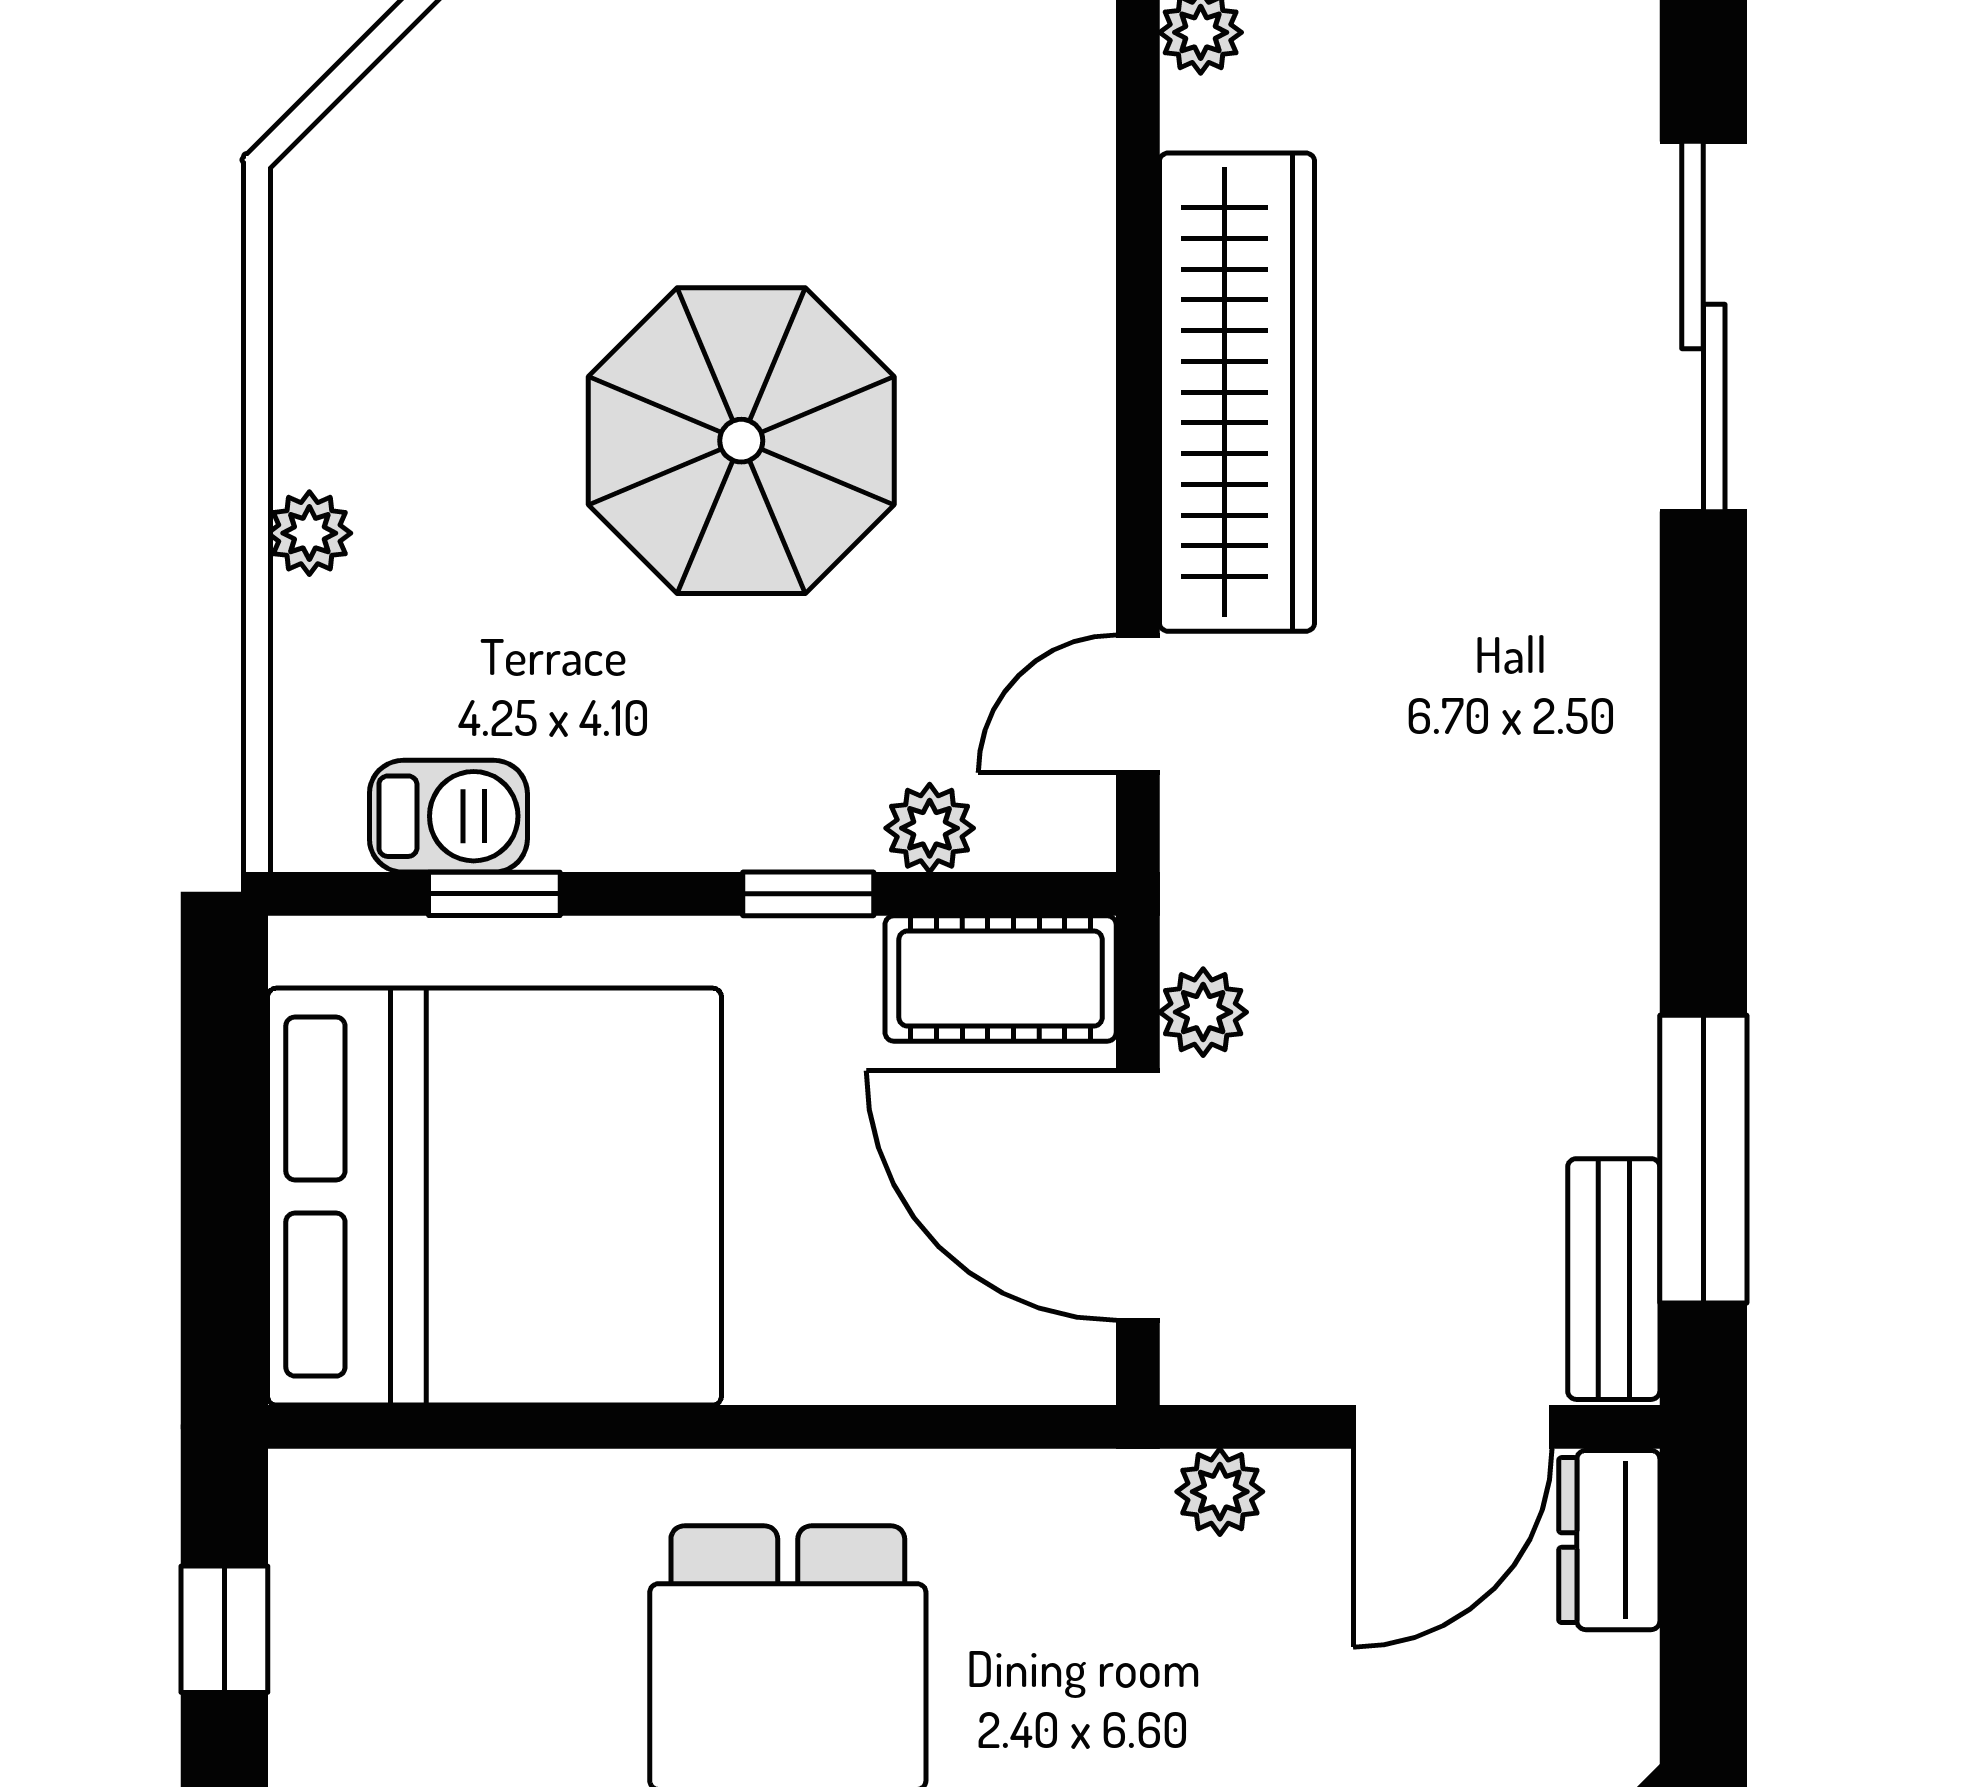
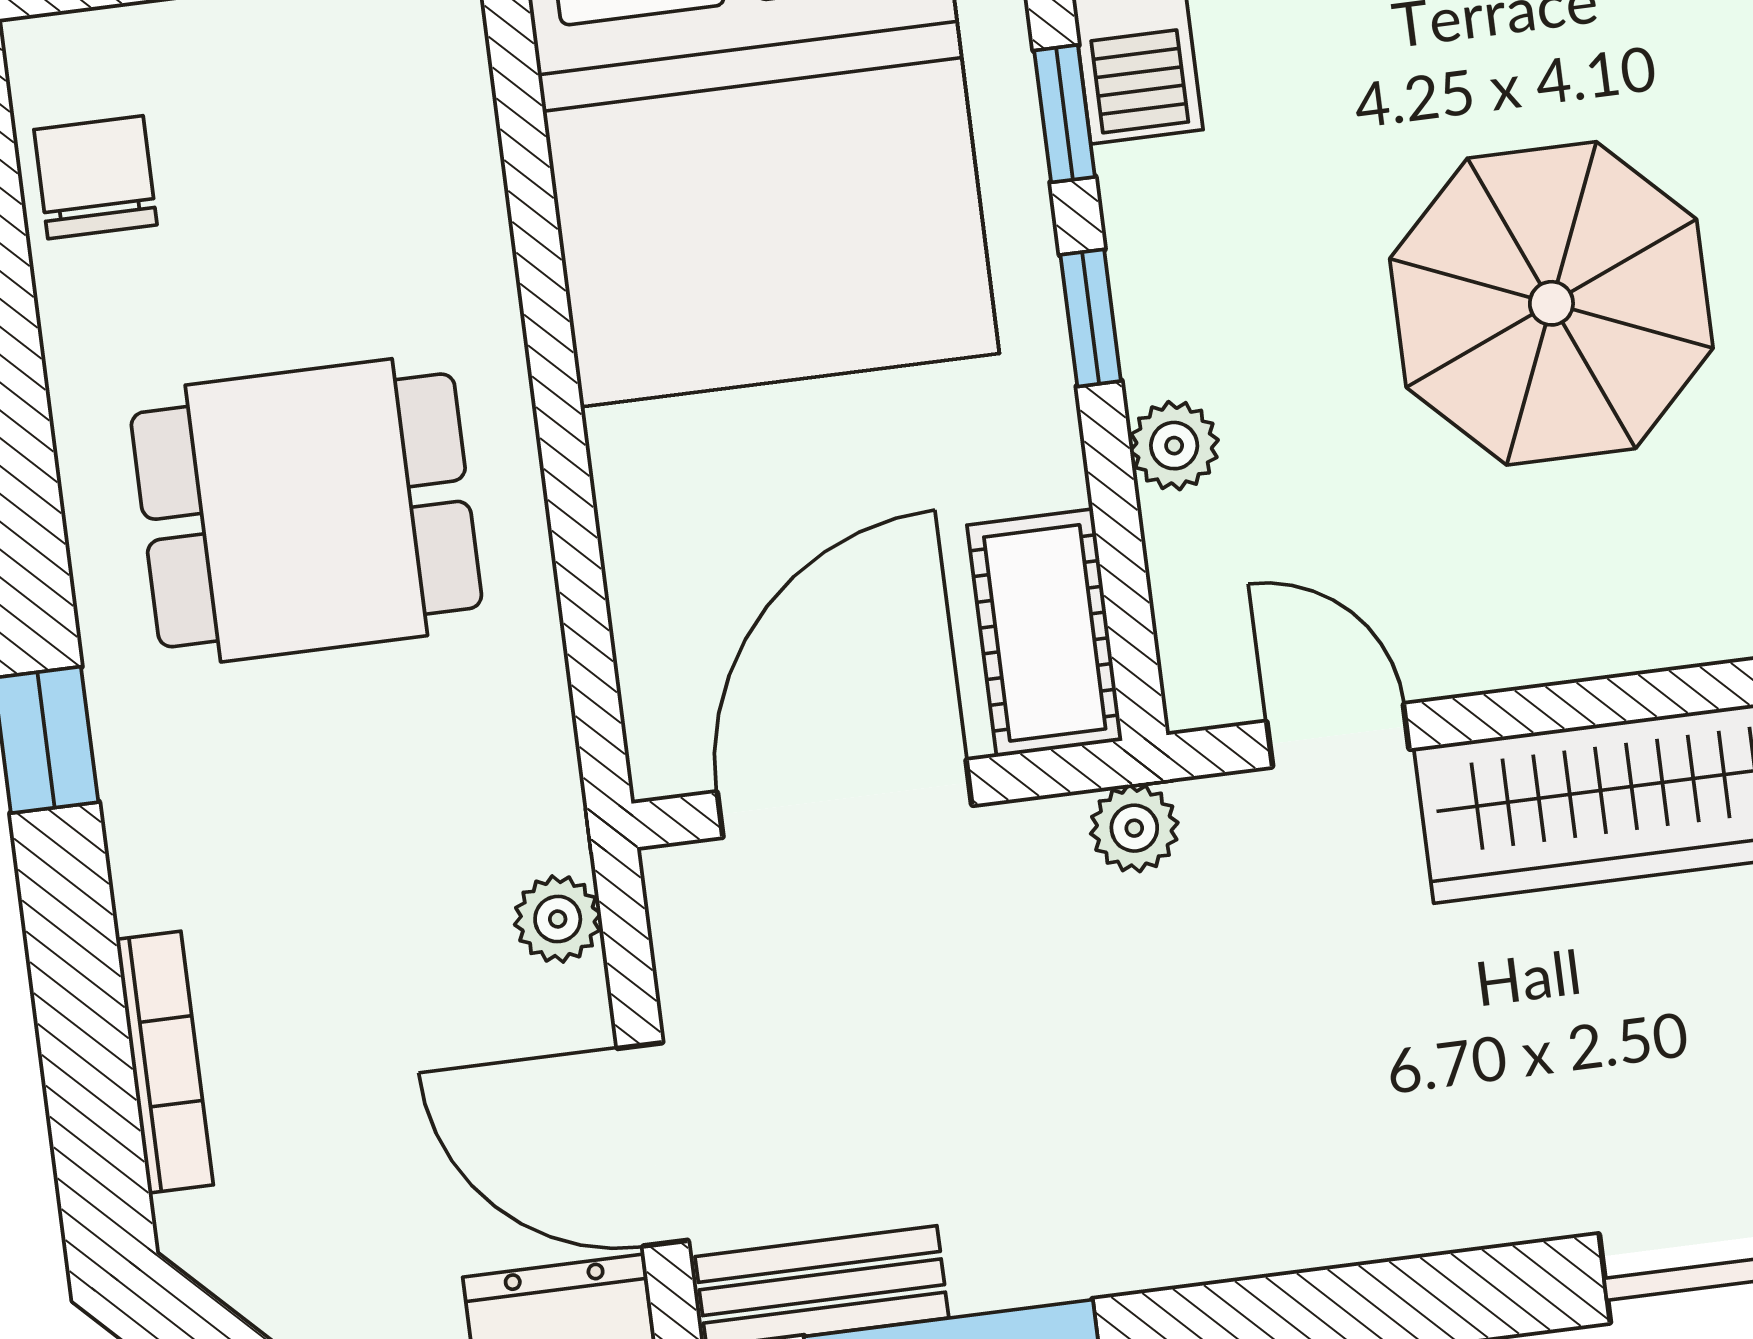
plant: (930, 828) -> (1174, 446), moved
window: (808, 894) -> (1091, 318), moved
plant: (1203, 1012) -> (1134, 828), moved

